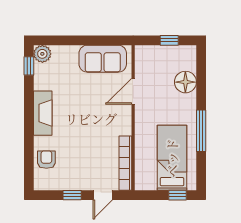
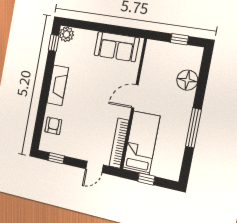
door: (133, 91) -> (135, 96), moved
bed: (172, 158) -> (141, 143), moved
window: (72, 195) -> (56, 158), moved
window: (178, 195) -> (146, 179), moved

